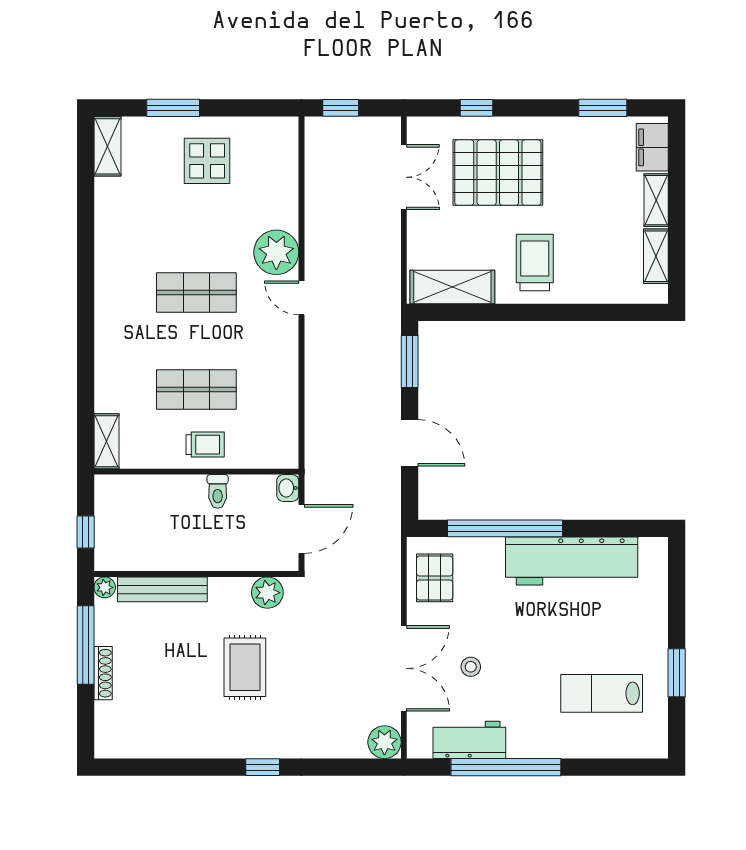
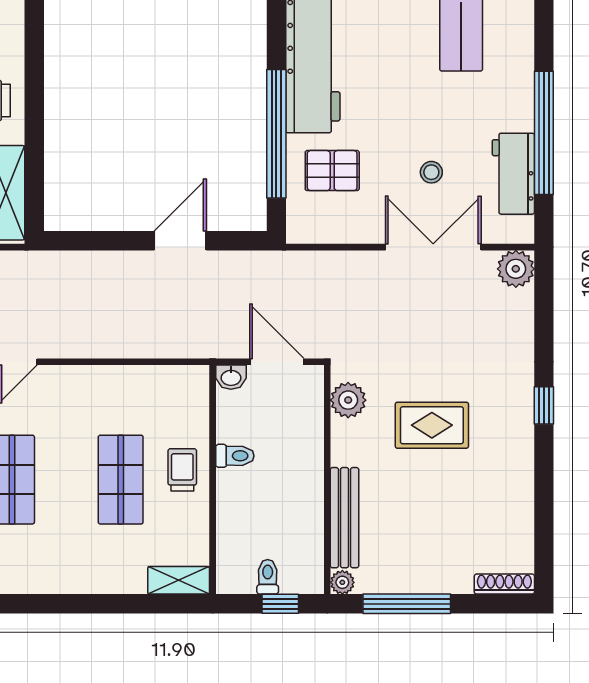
window: (410, 362) -> (89, 241), removed
toilet: (110, 521) -> (268, 577), added
pallet: (435, 578) -> (332, 171), moved
shoe rack: (103, 673) -> (504, 584), moved

